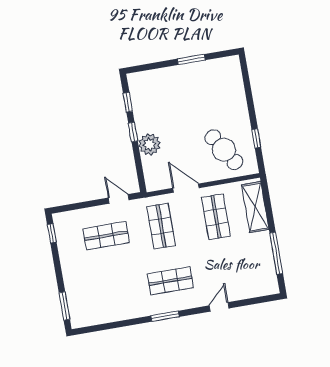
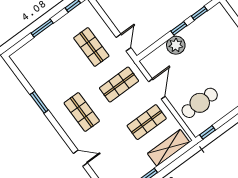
window: (256, 138) -> (208, 132), moved
cafe table: (224, 150) -> (200, 103), turned 32
window: (64, 306) -> (42, 28), moved
window: (165, 316) -> (39, 102), moved

